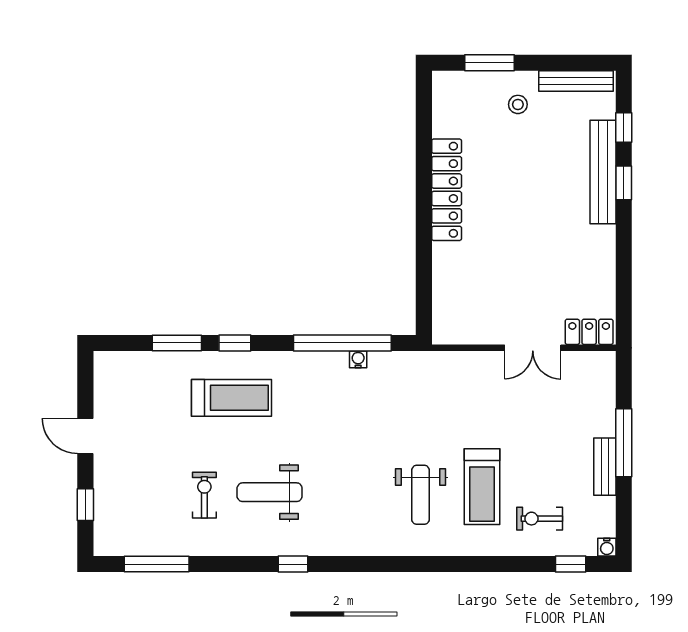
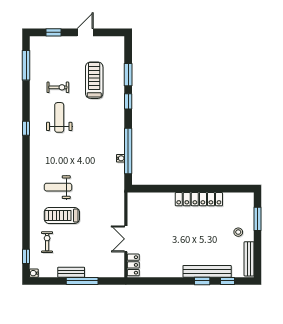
treadmill: (231, 398) -> (94, 80), moved, turned 180

